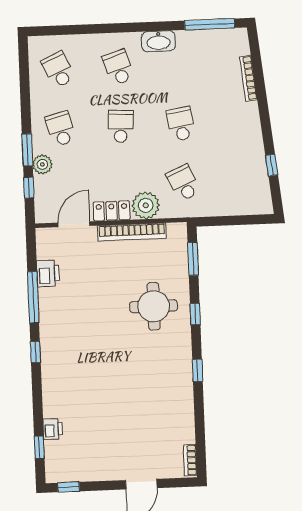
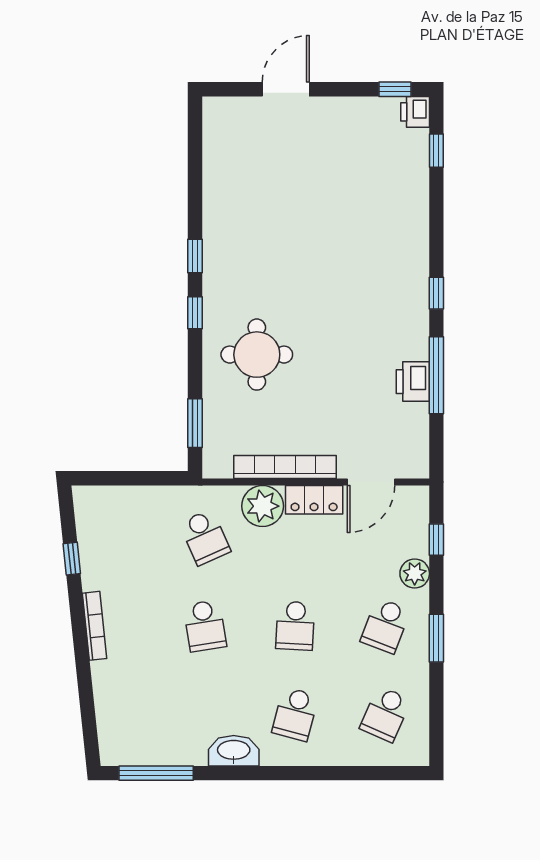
school desk: (118, 67) -> (295, 714), turned 33
school desk: (58, 70) -> (385, 714), turned 48
bookcase: (248, 78) -> (95, 626), moved
school desk: (61, 129) -> (385, 626), turned 36
window: (27, 150) -> (436, 638), moved
printer: (48, 273) -> (413, 382), moved
window: (195, 314) -> (195, 313), moved
printer: (53, 429) -> (415, 112), moved
bookcase: (190, 460) -> (211, 122), removed

